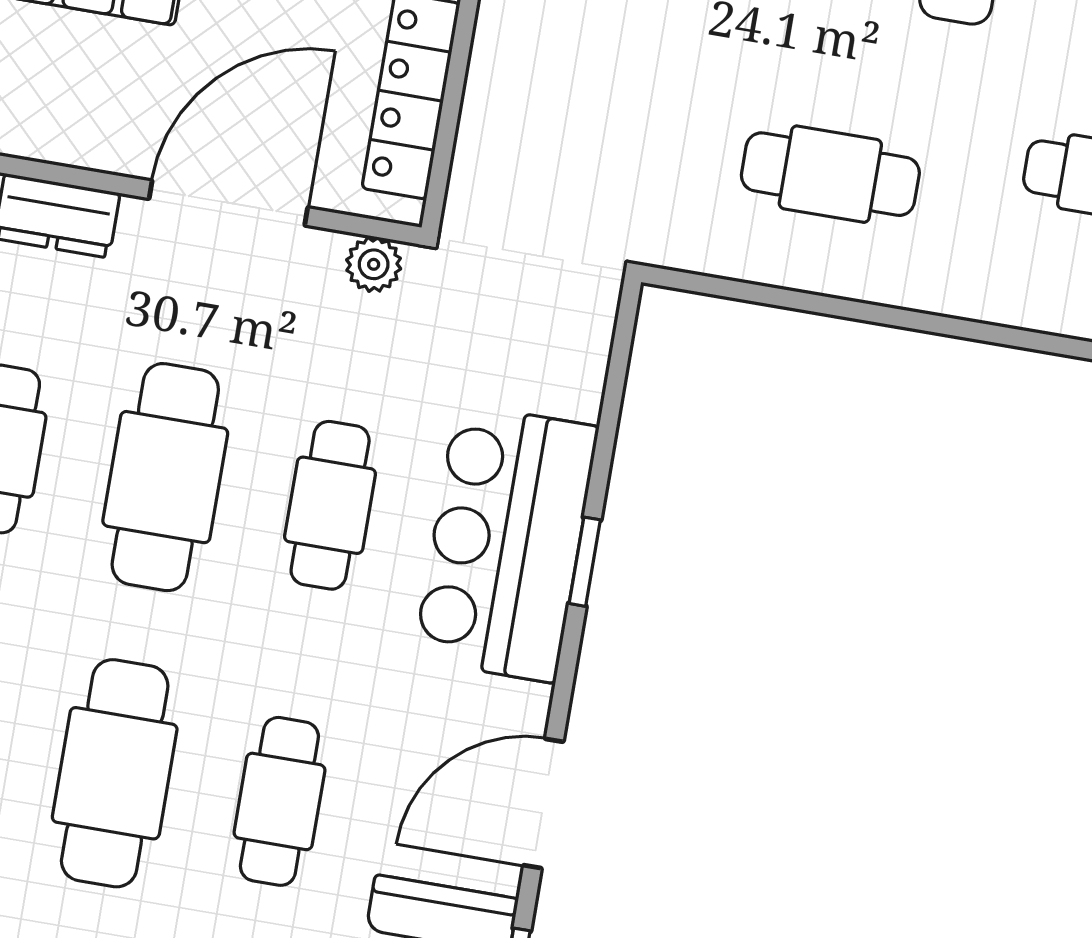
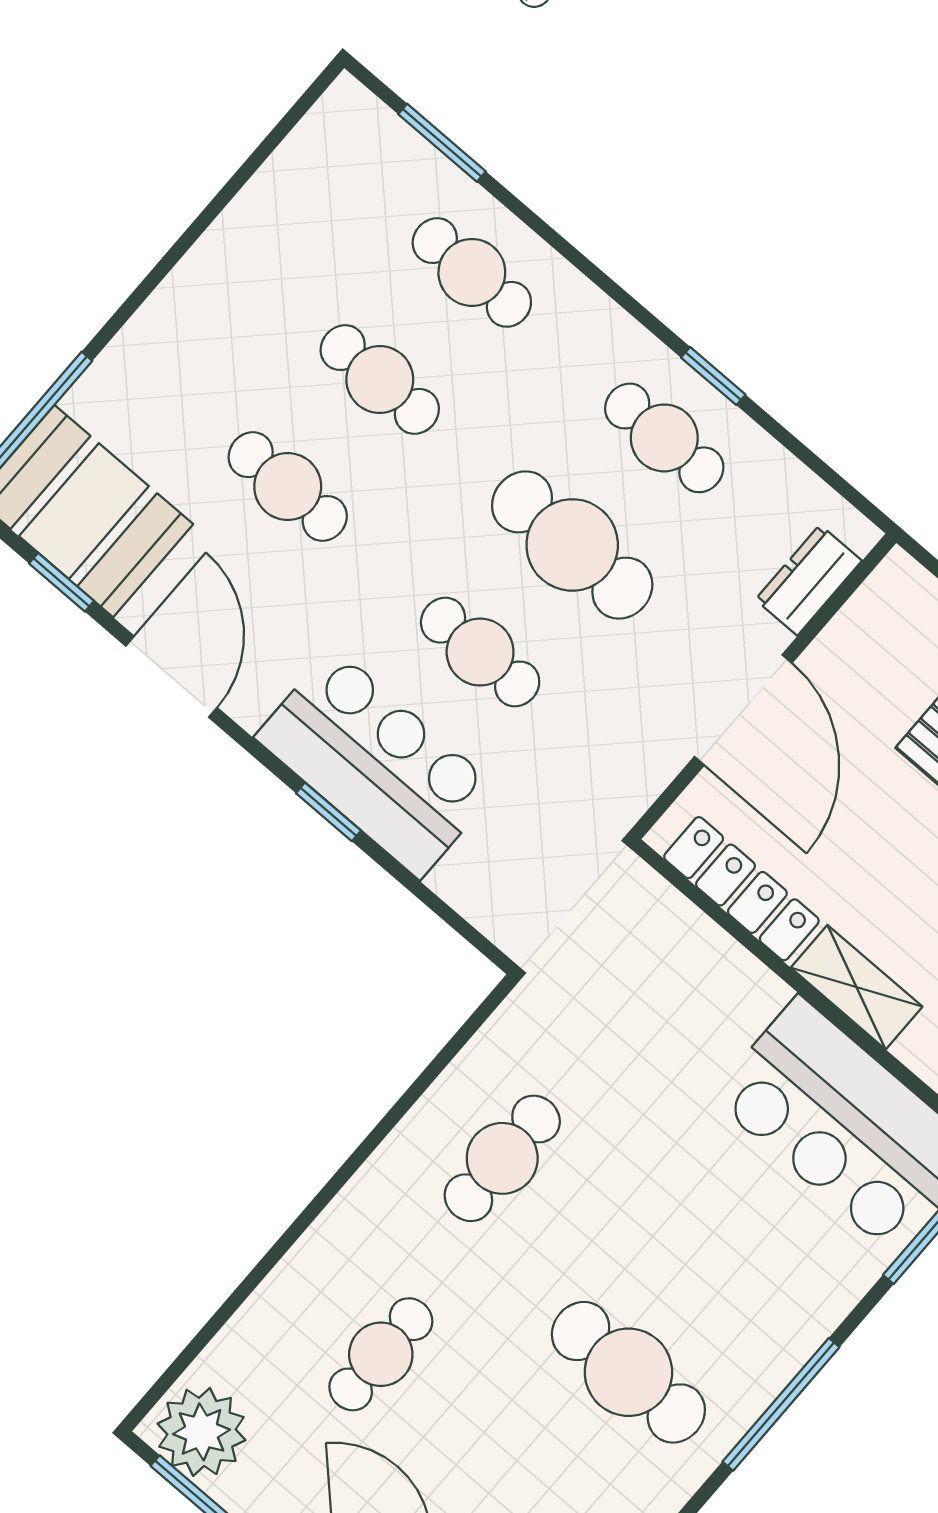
plant: (374, 264) -> (636, 788), removed
cafe table: (115, 773) -> (380, 379), width x0.73, depth x0.74

